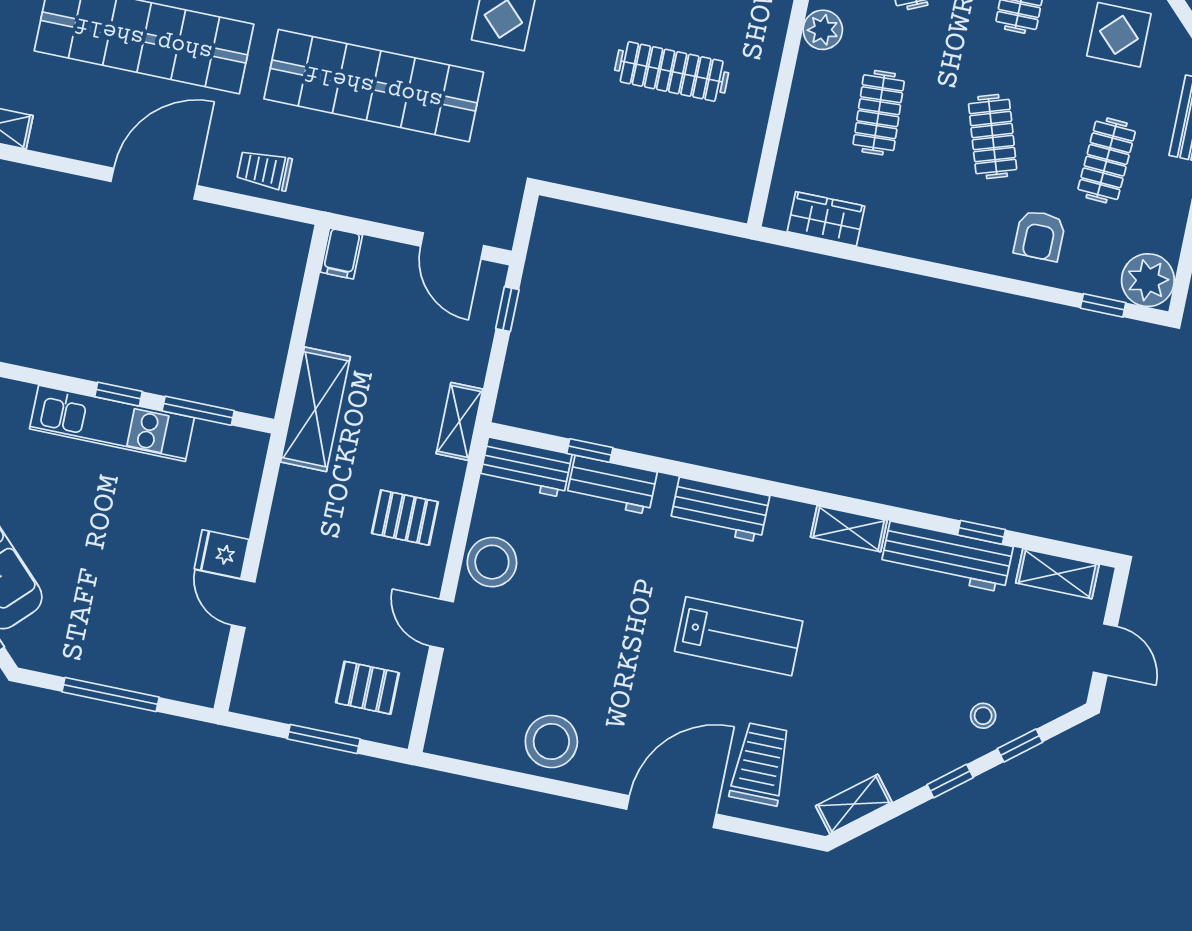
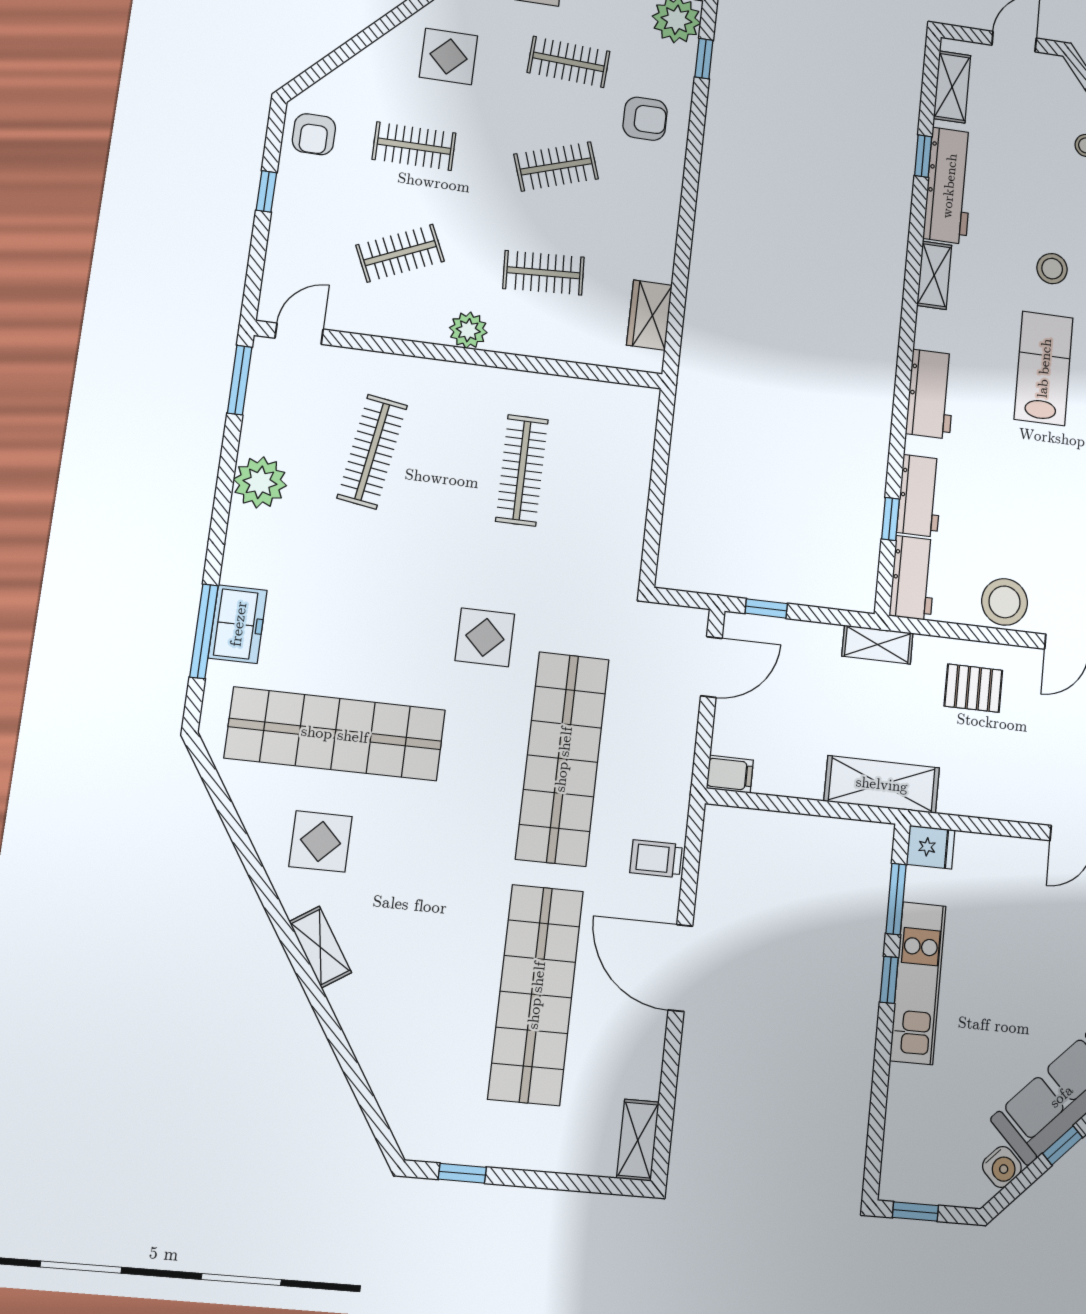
trolley: (264, 170) -> (656, 859), turned 90
pallet: (405, 518) -> (973, 688), turned 90
fridge: (221, 554) -> (931, 847), moved, turned -90
stool: (848, 660) -> (1052, 269), added

